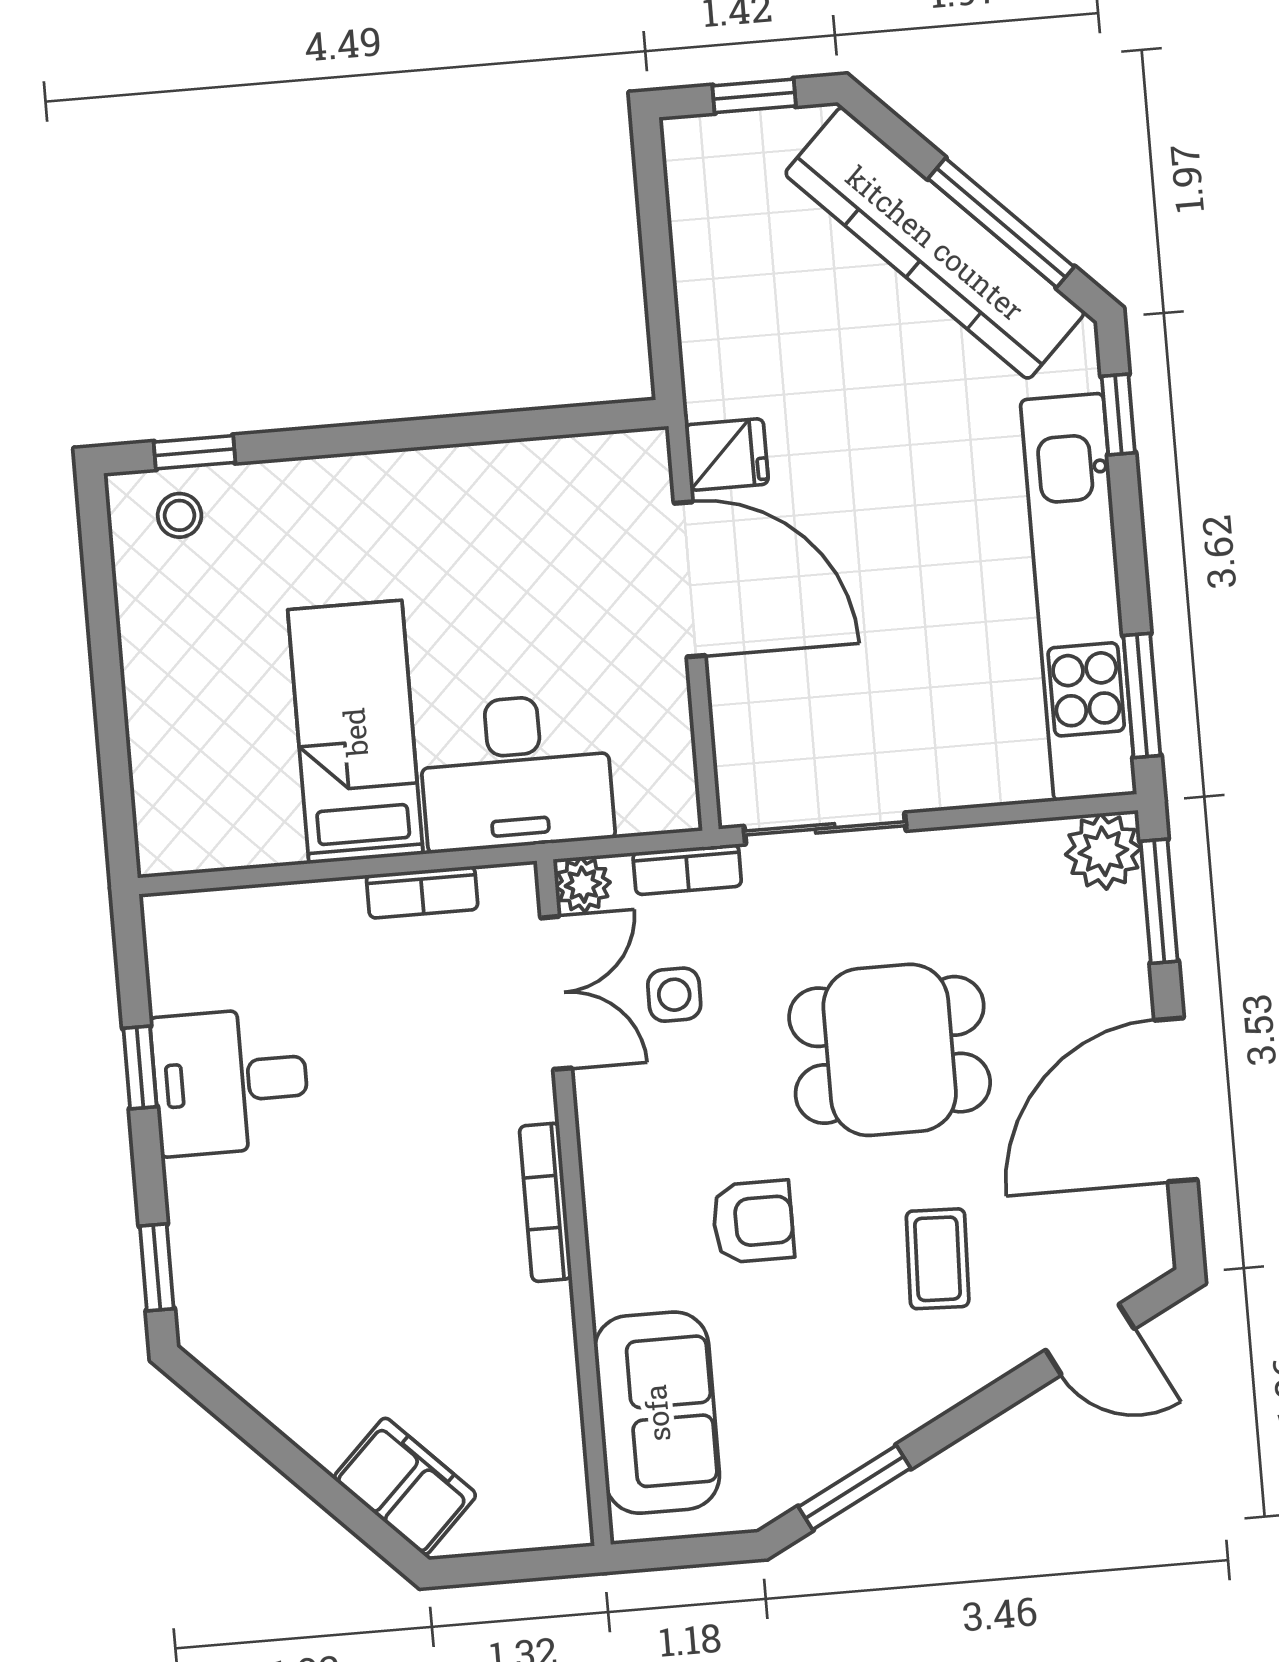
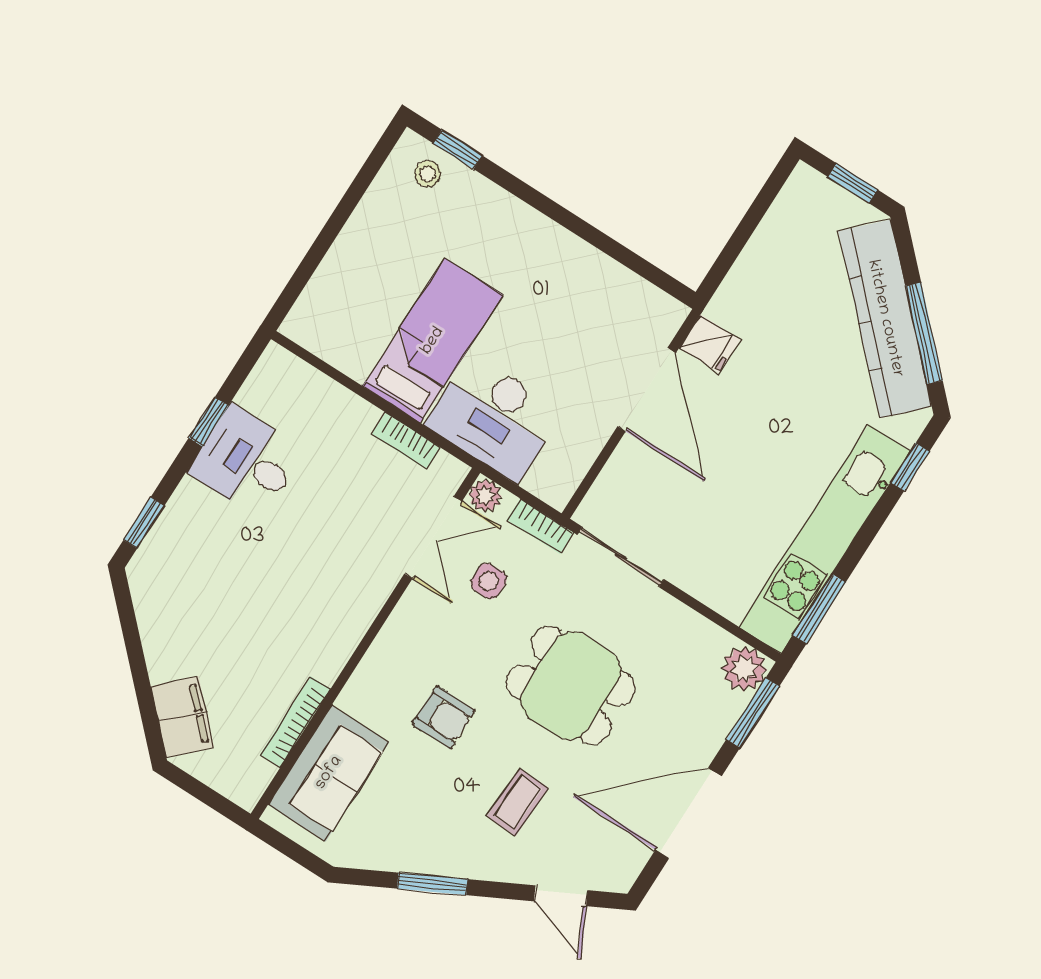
bookcase: (546, 1202) -> (295, 722), moved
window: (854, 1488) -> (432, 884), moved

